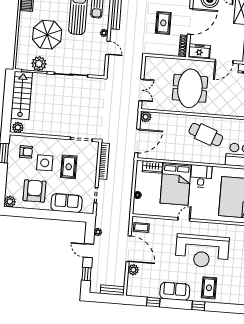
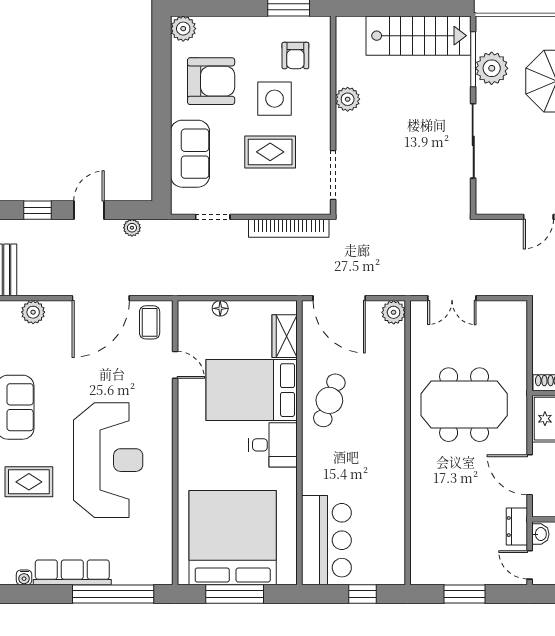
plant: (18, 127) -> (348, 99), moved
cafe table: (206, 135) -> (329, 400), moved, width x0.73, depth x0.74
door: (184, 219) -> (175, 365), moved
reception desk: (202, 251) -> (108, 460), turned 180
plant: (133, 270) -> (33, 312), moved

